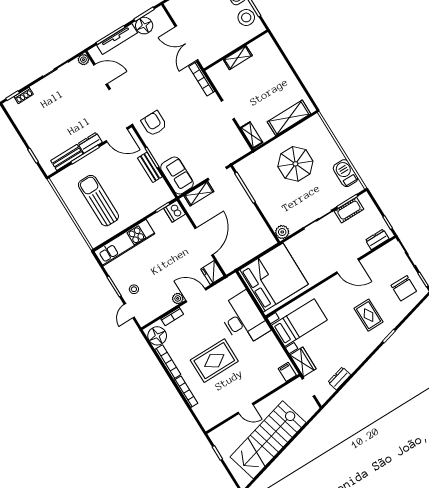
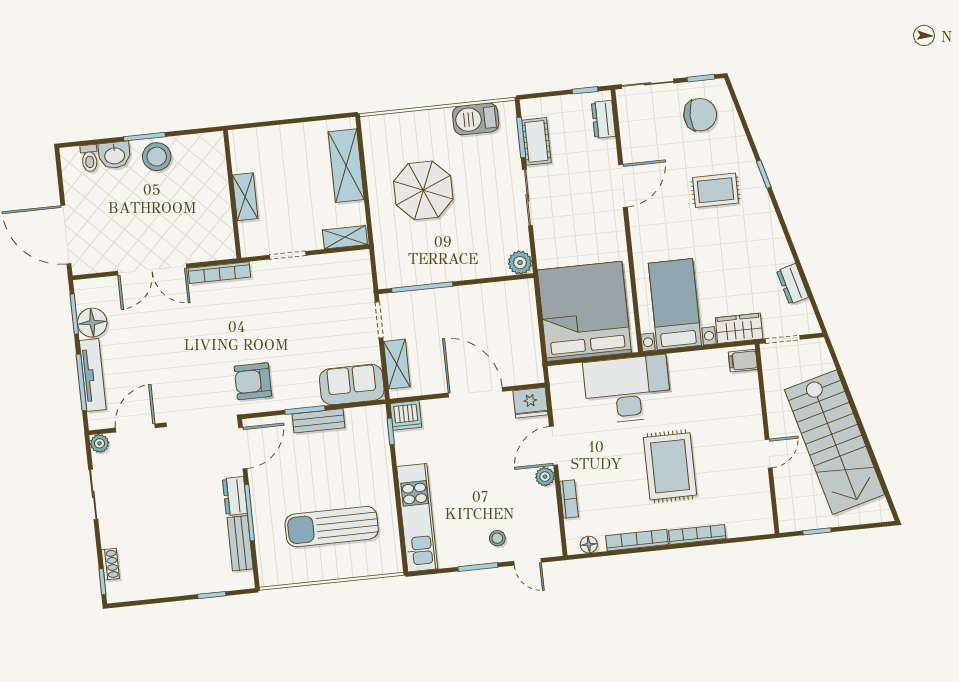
wall: (236, 50) -> (232, 194), moved
shelving: (238, 58) -> (245, 197), moved
floor lamp: (157, 336) -> (589, 545), width x0.53, depth x0.53

